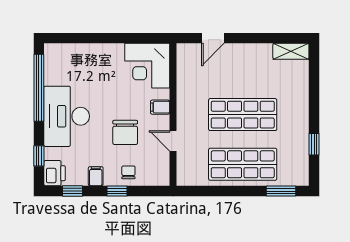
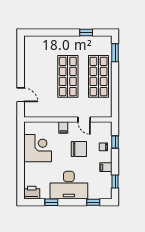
shelving: (291, 51) -> (29, 47), removed
corner desk: (147, 66) -> (38, 148), moved, turned -90
window: (39, 88) -> (51, 202), width x0.32
door: (173, 141) -> (84, 119), hinge flipped
printer: (55, 173) -> (32, 193), moved
window: (117, 191) -> (115, 142), moved

